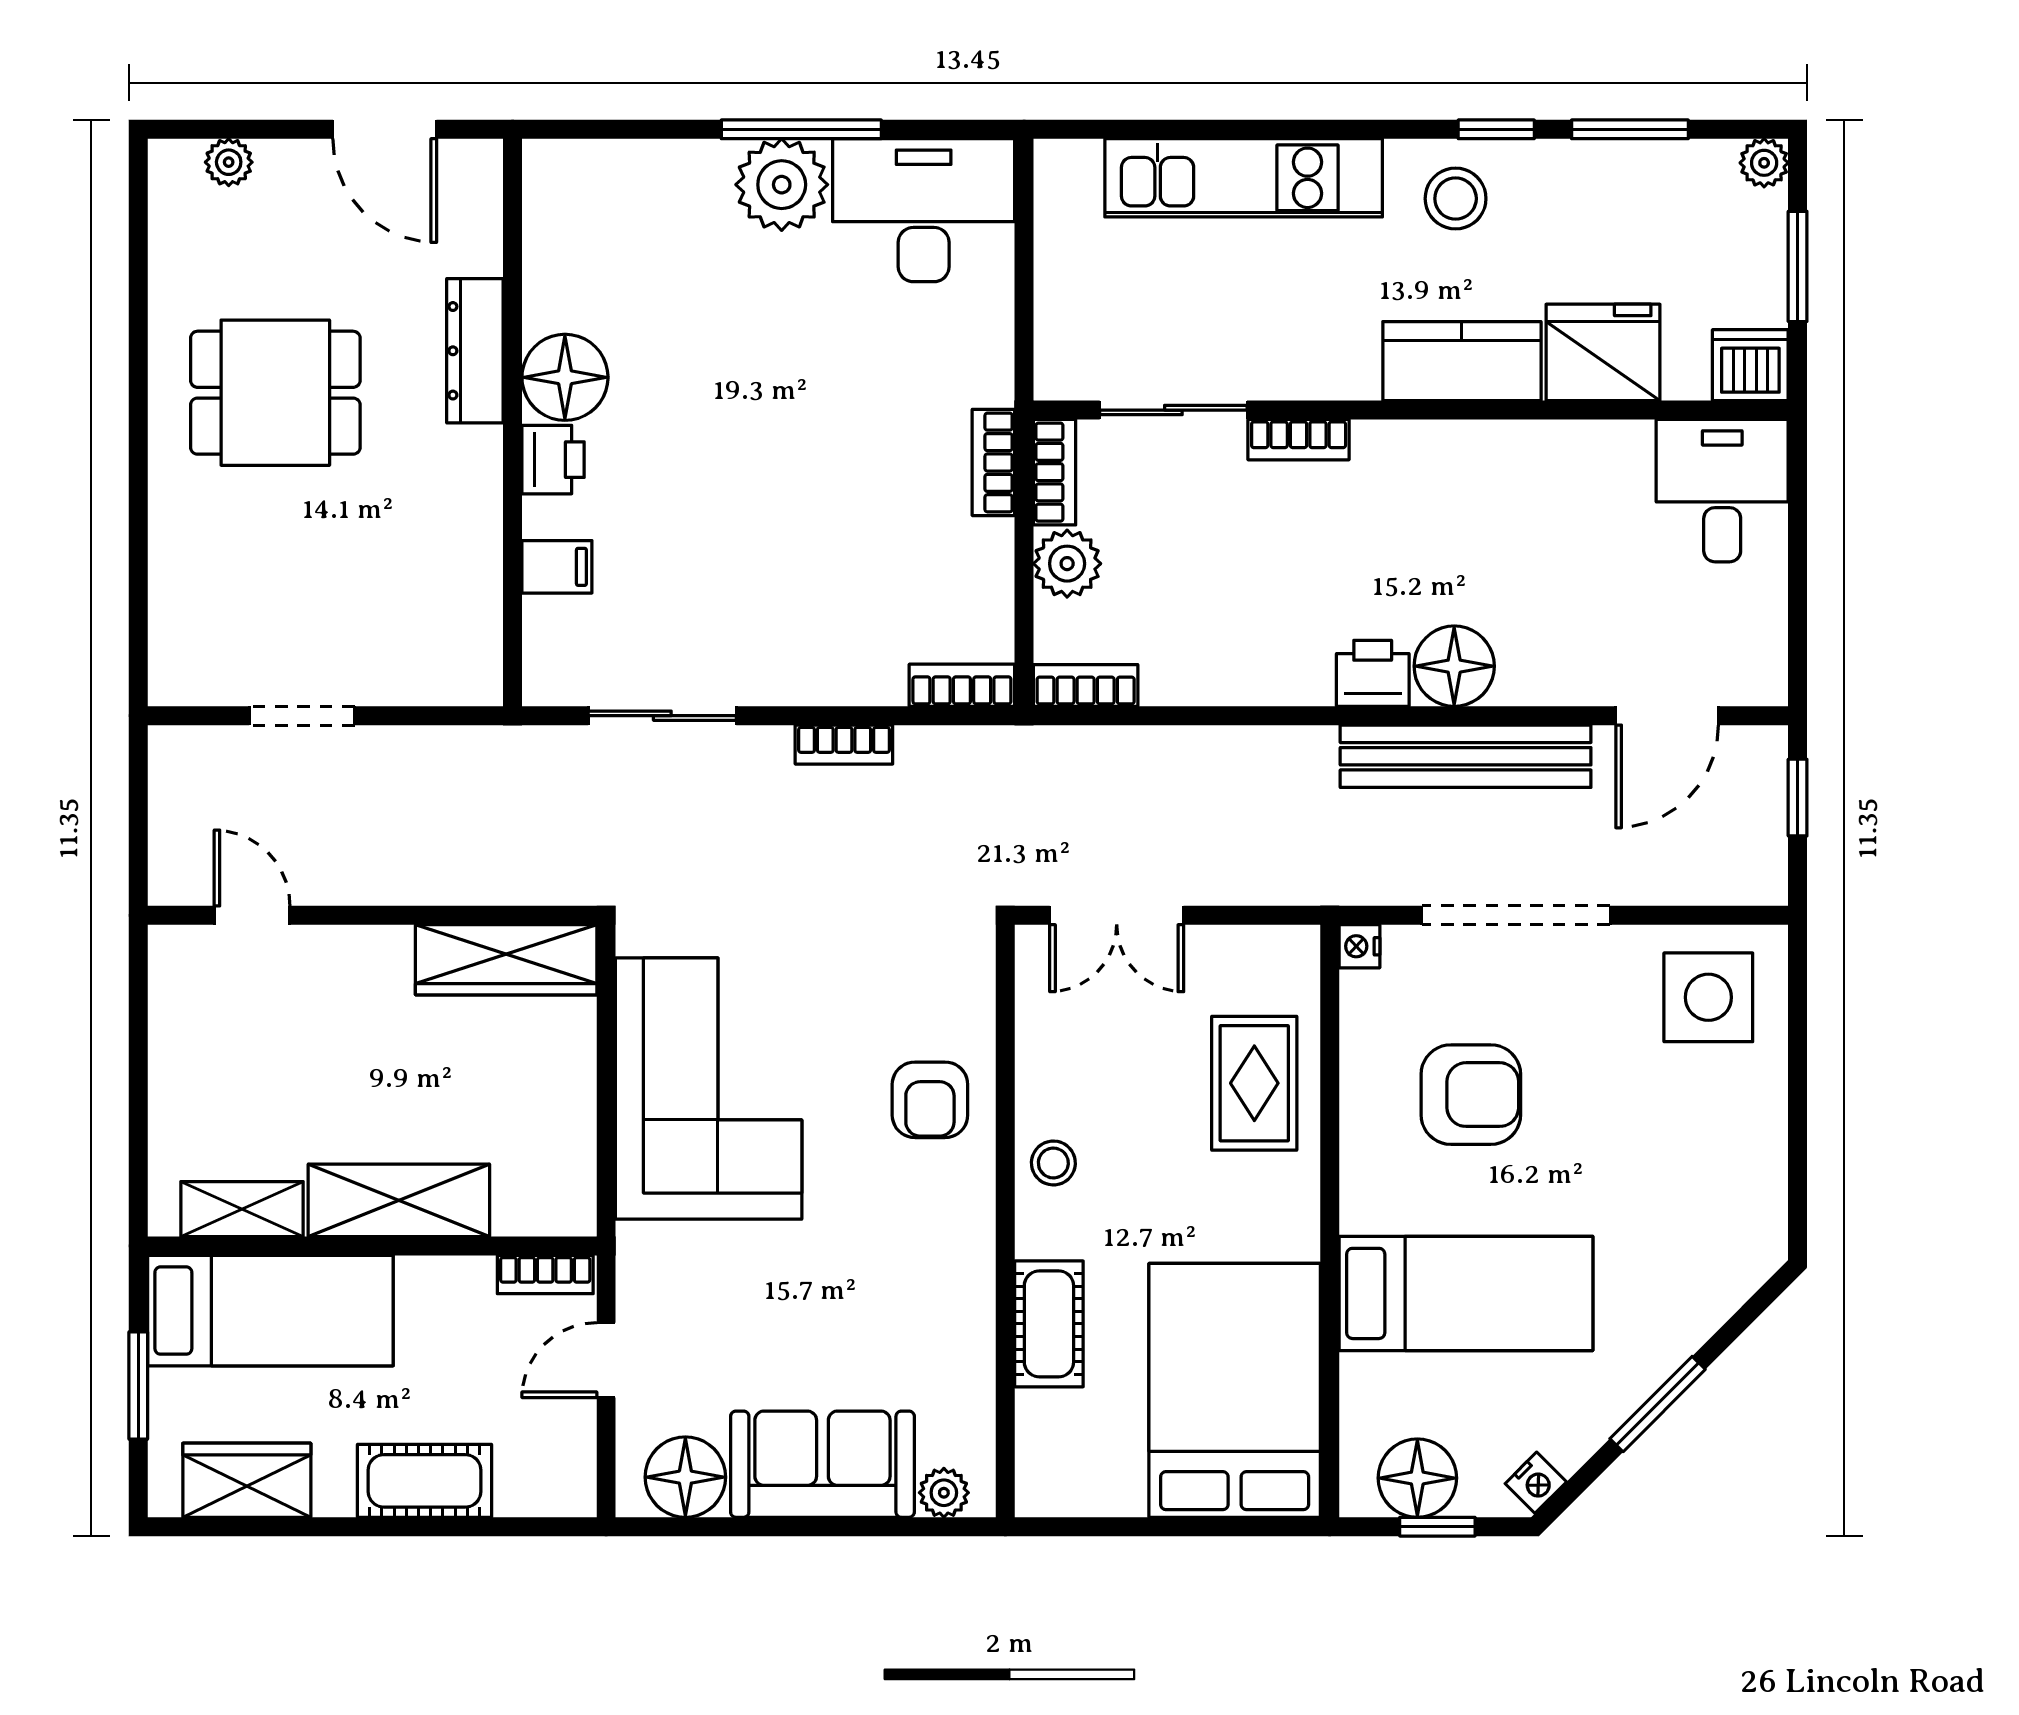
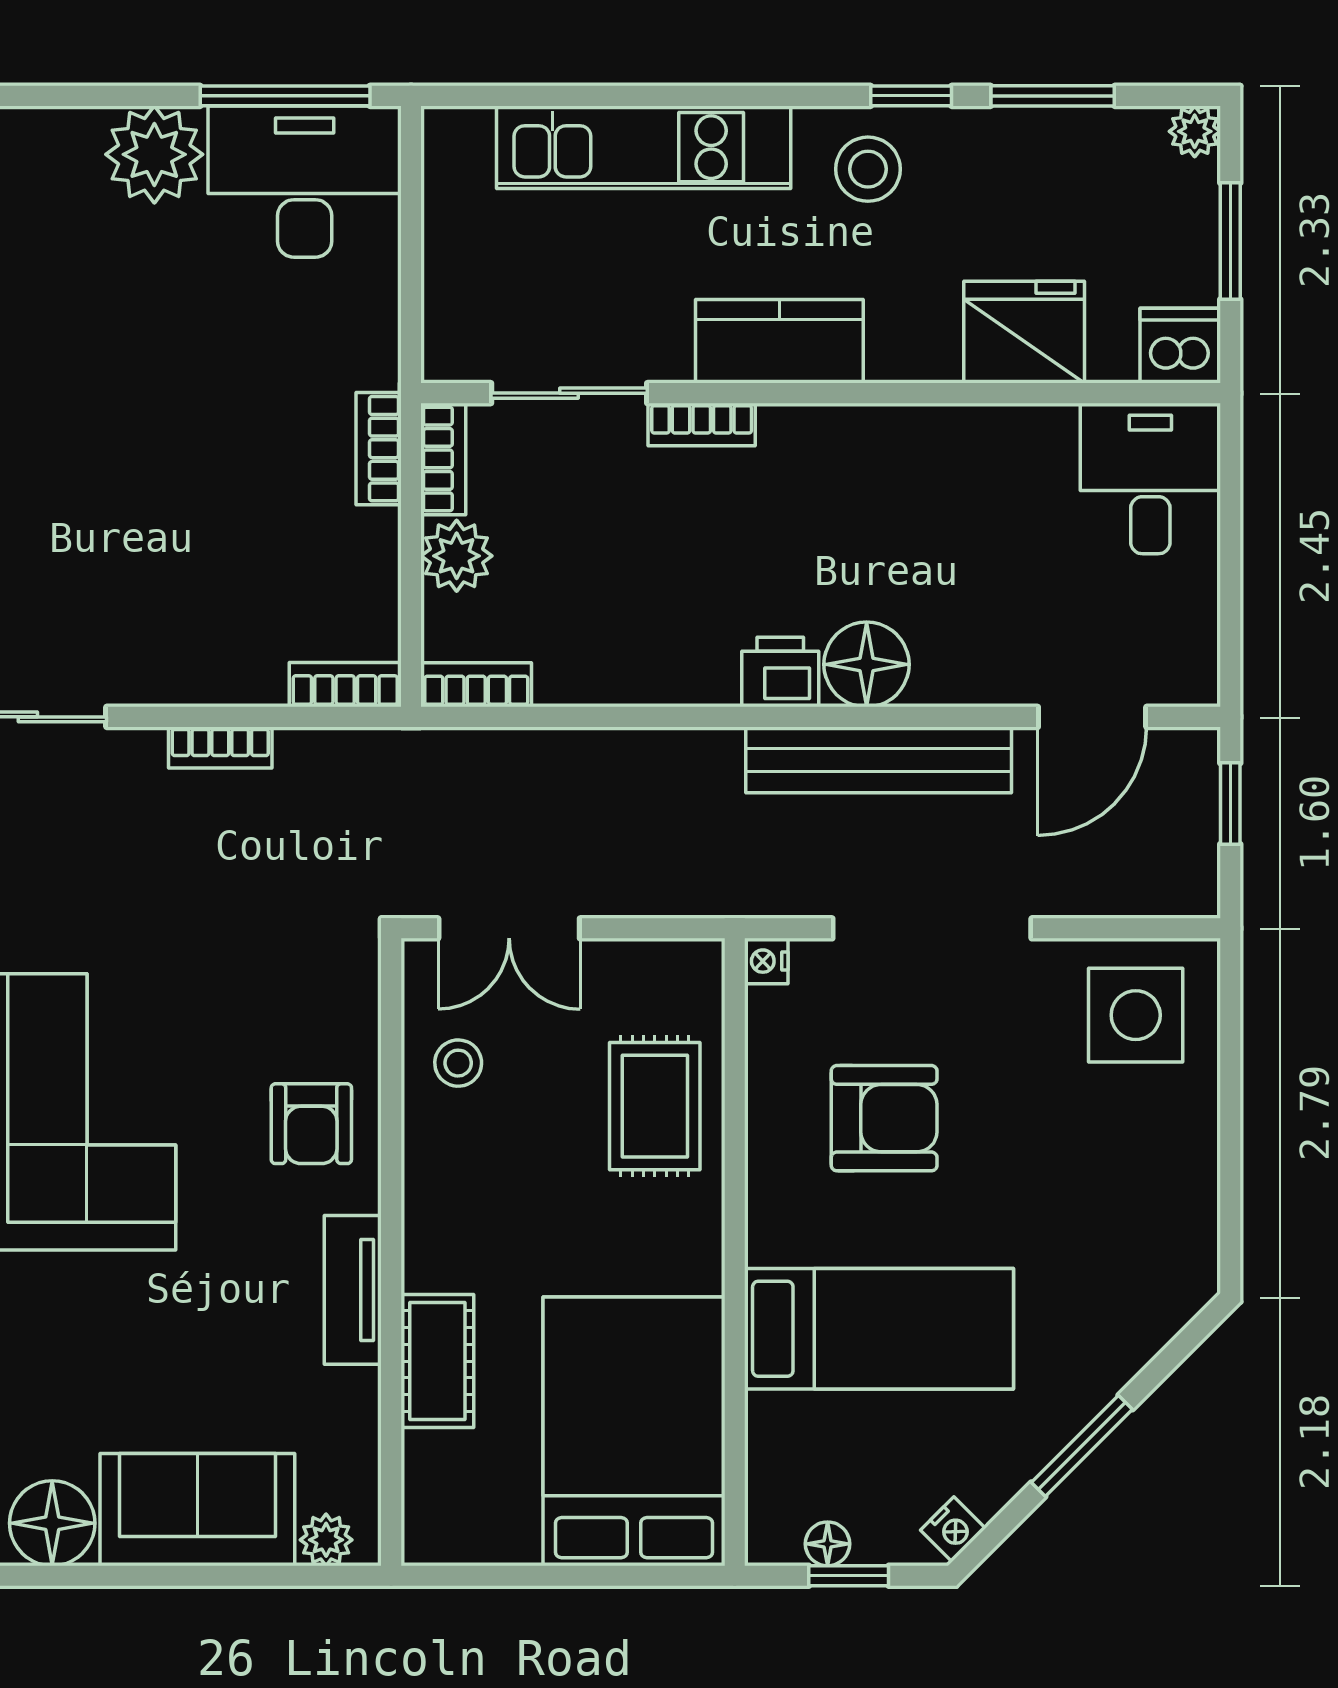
window: (801, 129) -> (285, 96), moved
kitchen counter: (1462, 361) -> (779, 341), moved
stool: (1053, 1163) -> (458, 1063), moved
tv unit: (969, 1257) -> (353, 1290), added
floor lamp: (1417, 1478) -> (828, 1544), width x0.53, depth x0.53

